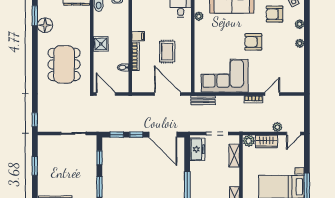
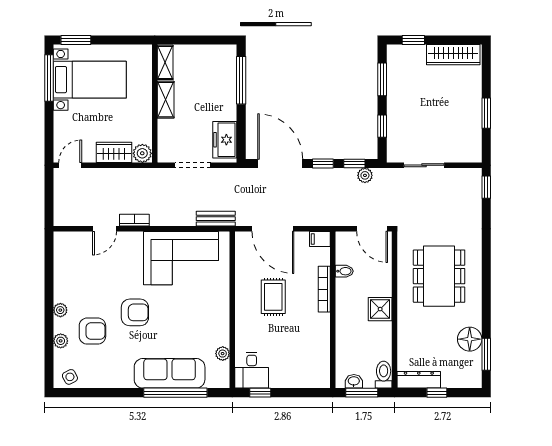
armchair: (274, 14) -> (92, 331), moved
filing cabinet: (138, 36) -> (320, 239), moved
plant: (277, 127) -> (365, 175), moved
shelving: (234, 156) -> (166, 100), moved

